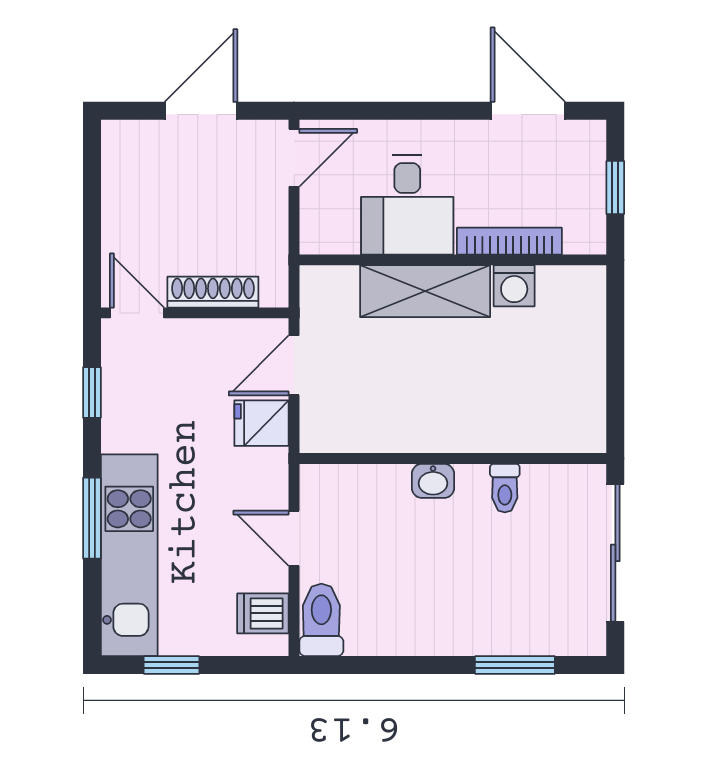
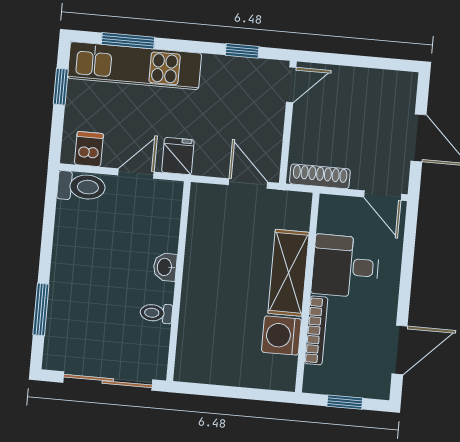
washing machine: (514, 286) -> (281, 336), width x1.38, depth x1.38
shoe rack: (213, 292) -> (320, 176), moved, turned -90
fridge: (262, 423) -> (178, 156), moved
window: (92, 518) -> (128, 41), moved

